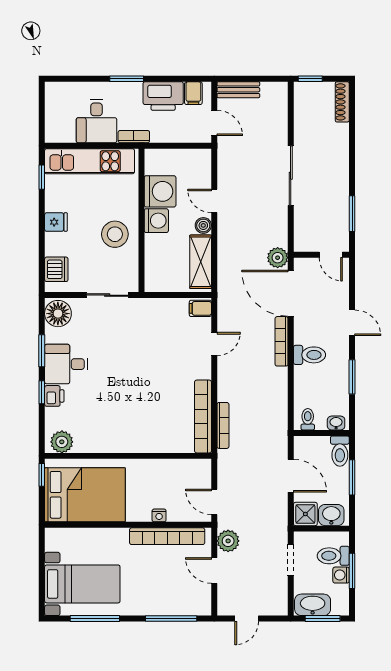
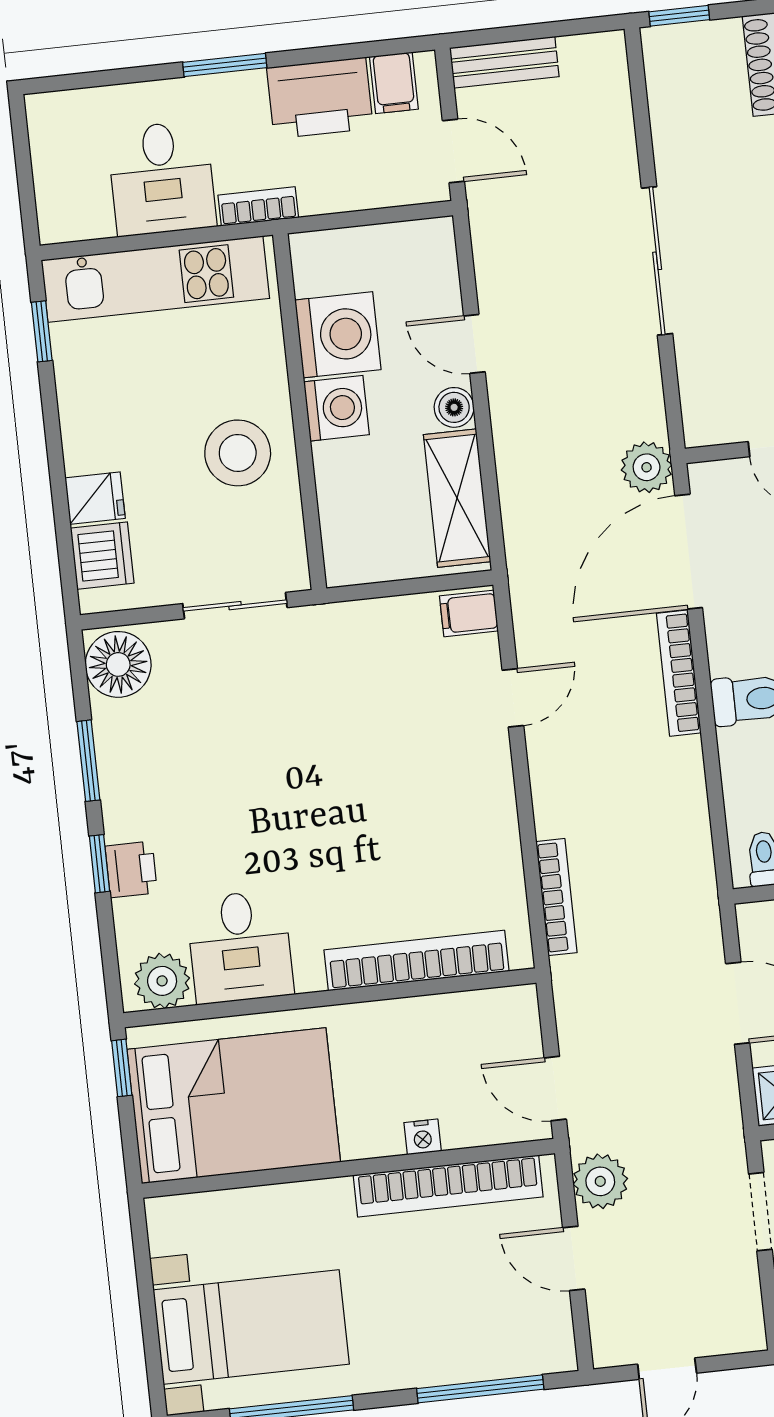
fridge: (56, 222) -> (95, 498), moved
door: (291, 293) -> (689, 552), hinge flipped
desk: (66, 364) -> (240, 947), moved, turned -90
bookcase: (203, 416) -> (417, 960), moved, turned 90

